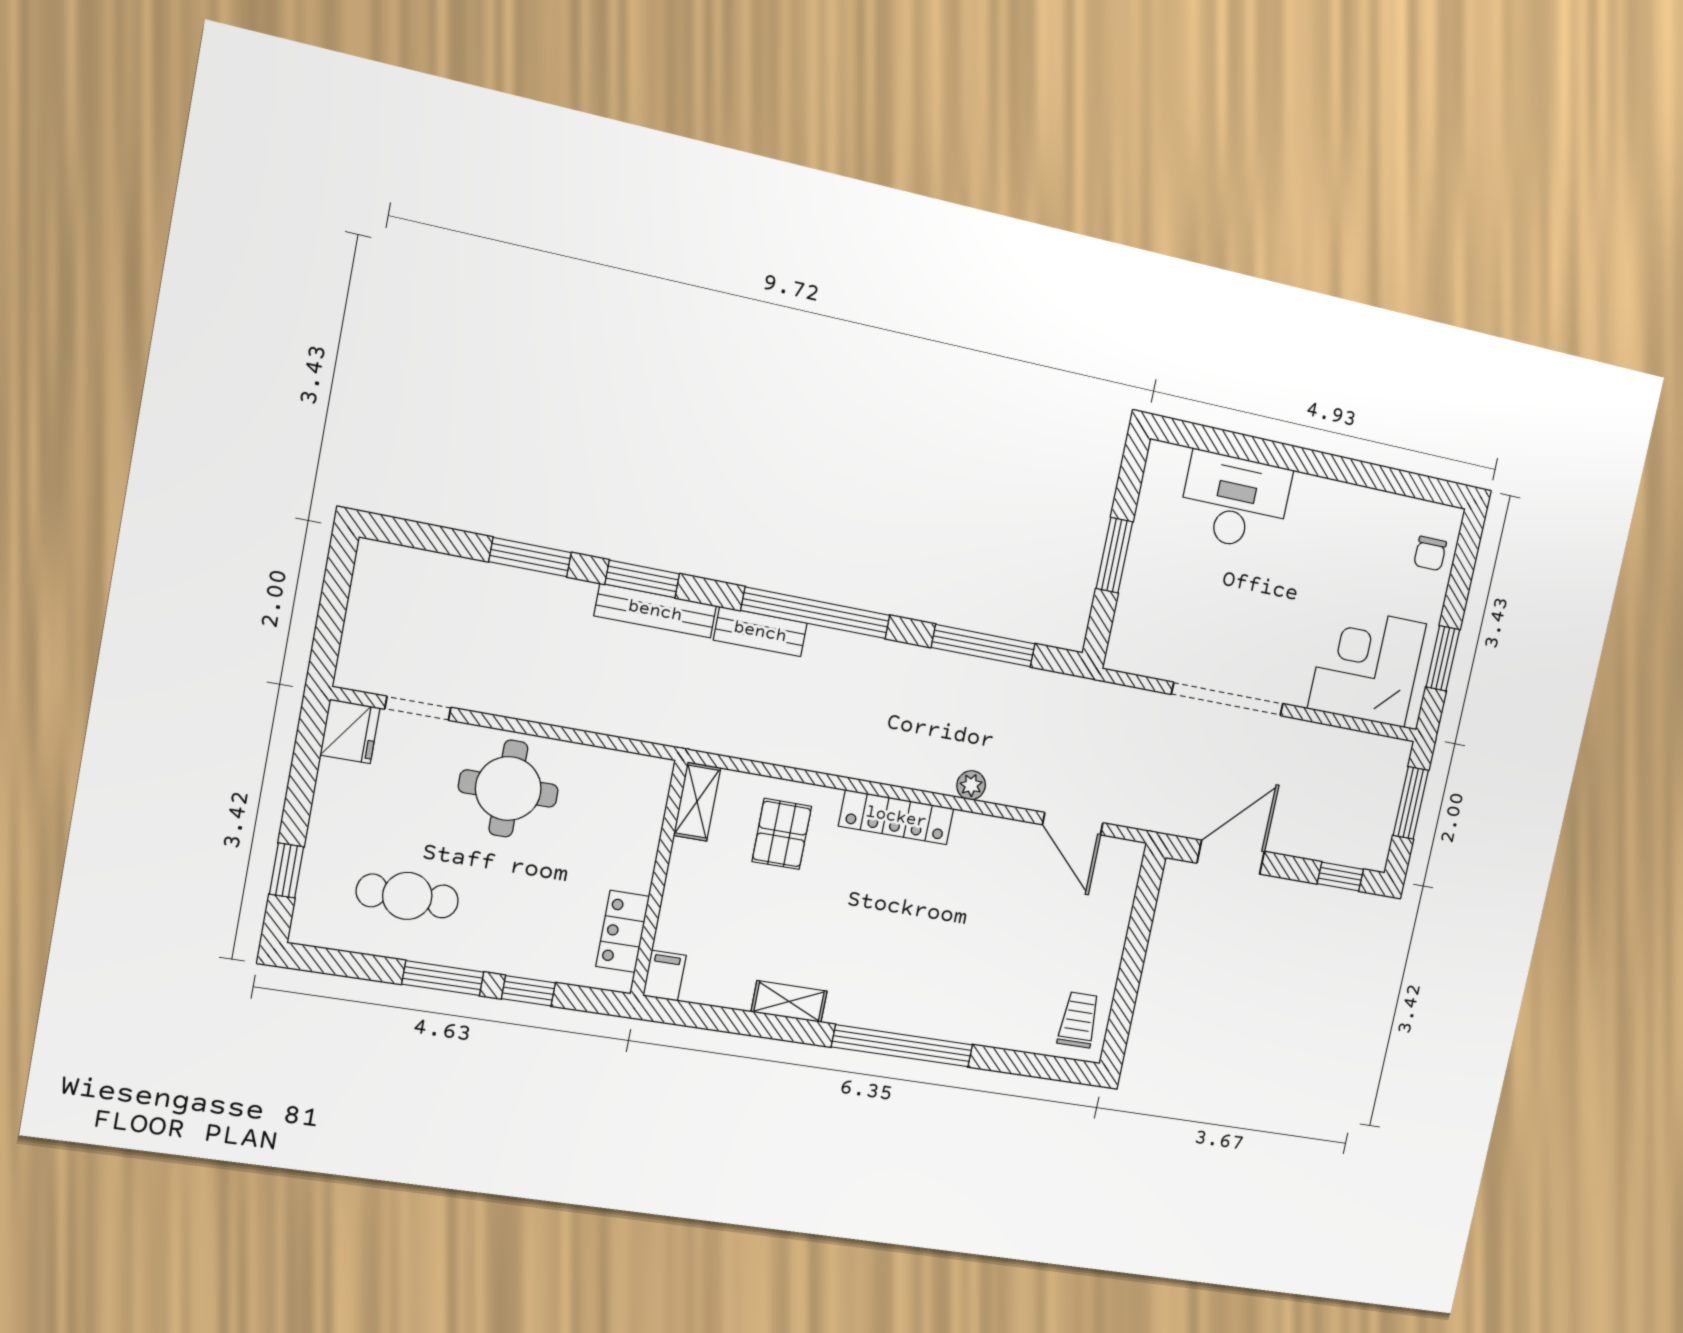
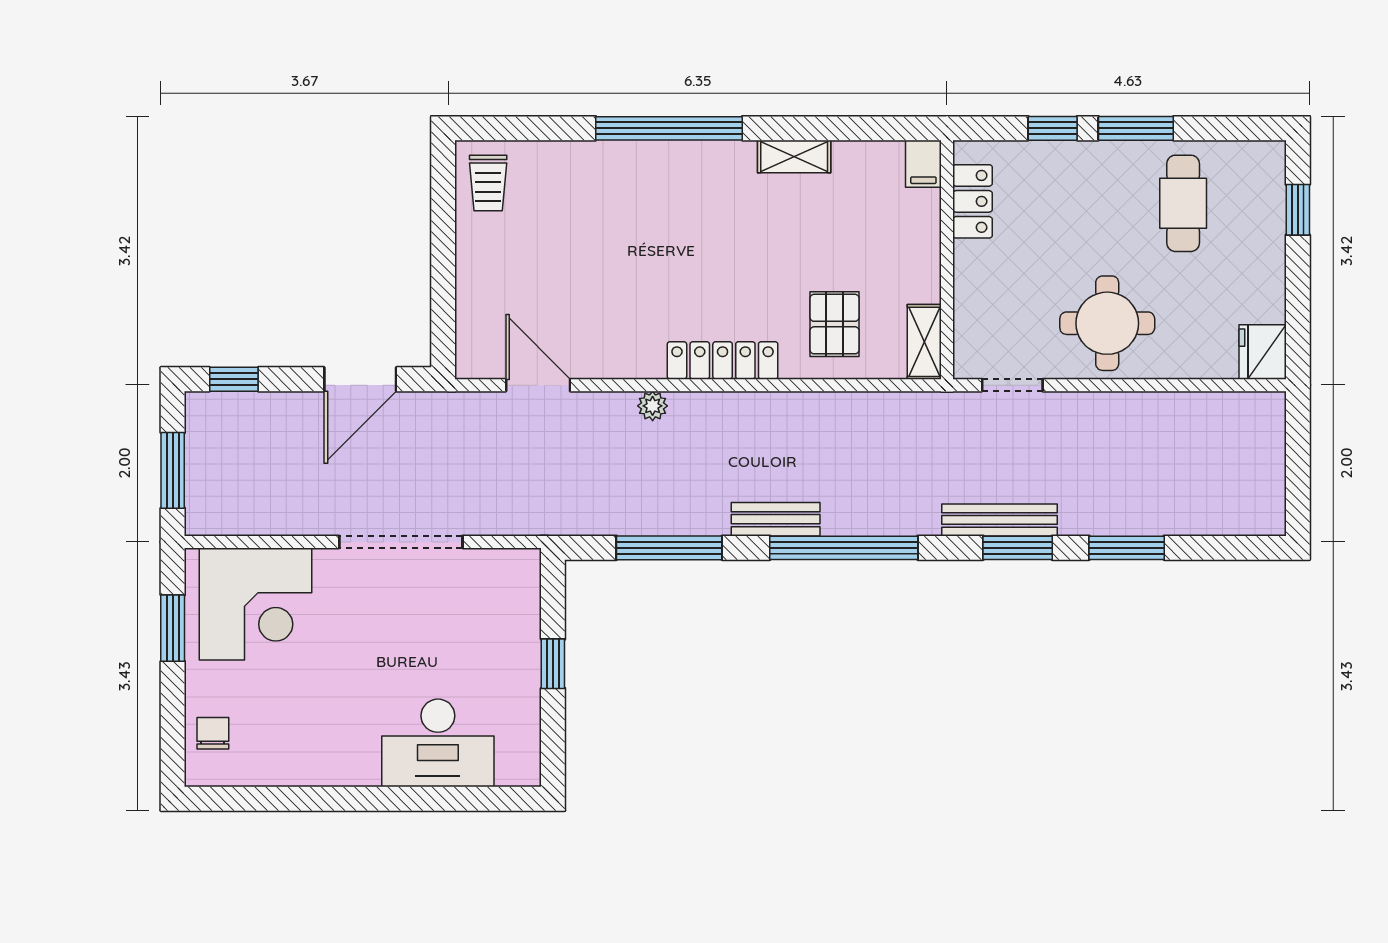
window: (1114, 555) -> (553, 664), width x0.67
bench: (760, 632) -> (776, 519), moved
doorway: (418, 708) -> (1012, 385), moved
cafe table: (407, 896) -> (1183, 203), turned 90

